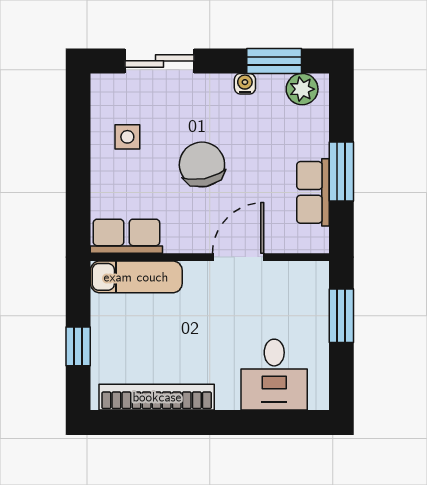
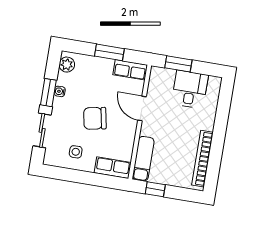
window: (274, 61) -> (48, 93), moved
row of seats: (313, 192) -> (130, 70), moved
row of seats: (126, 236) -> (113, 168), moved, turned 90
window: (78, 346) -> (155, 189), moved
desk: (274, 375) -> (190, 89), moved, turned -90

